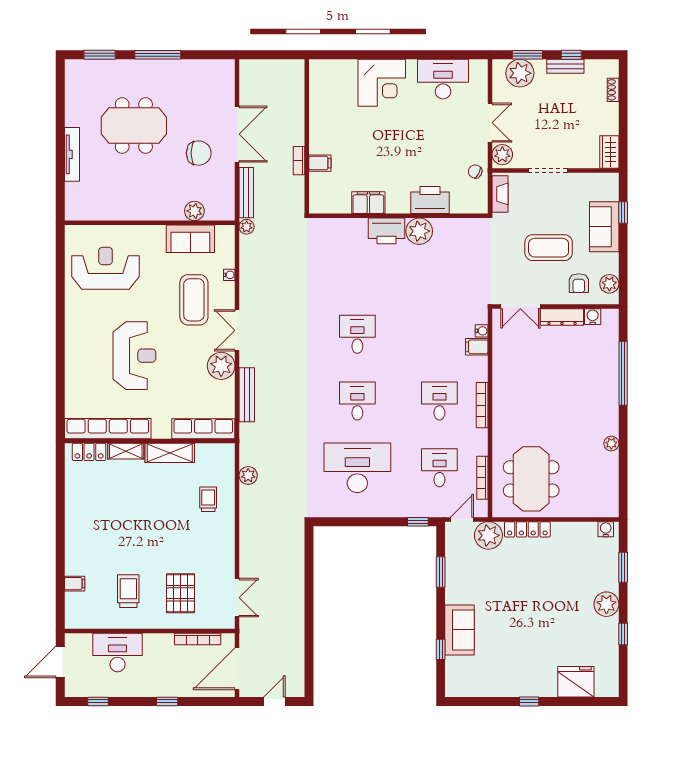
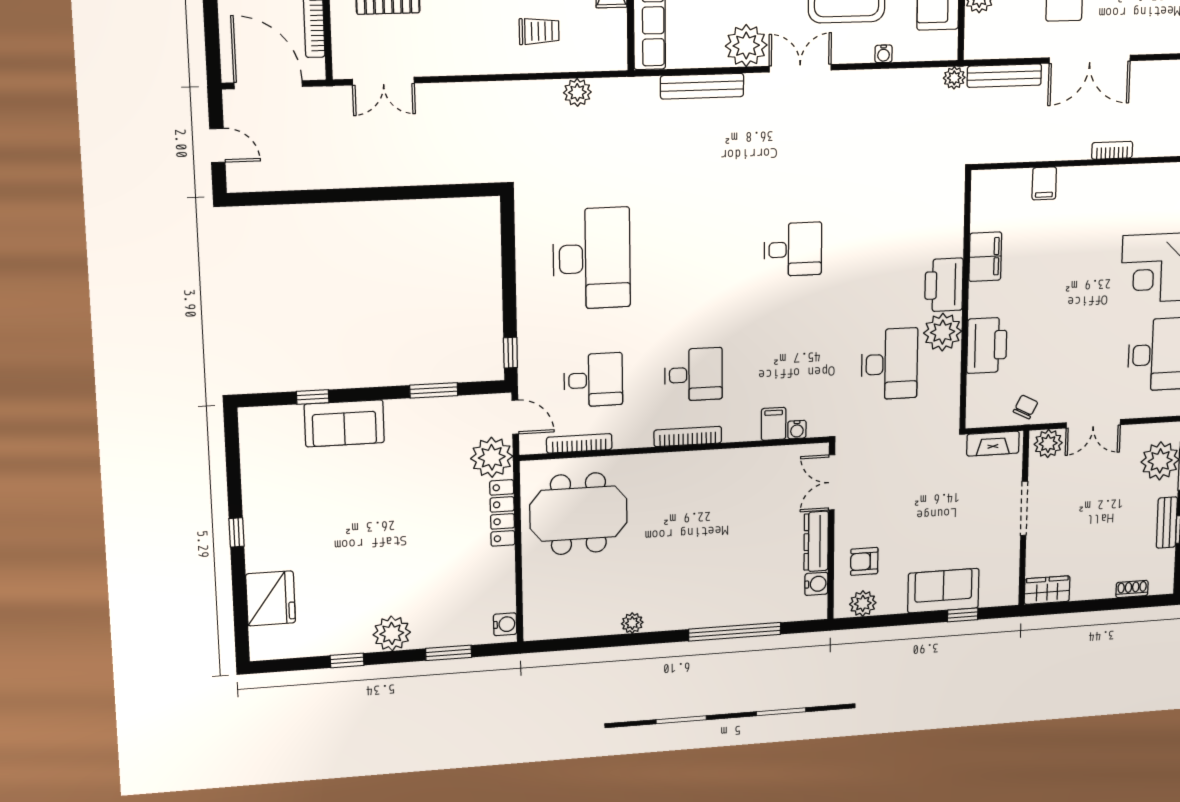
bookcase: (299, 161) -> (1112, 150), moved
coffee table: (549, 248) -> (915, 516), removed
desk: (357, 401) -> (890, 364), moved, width x1.37

